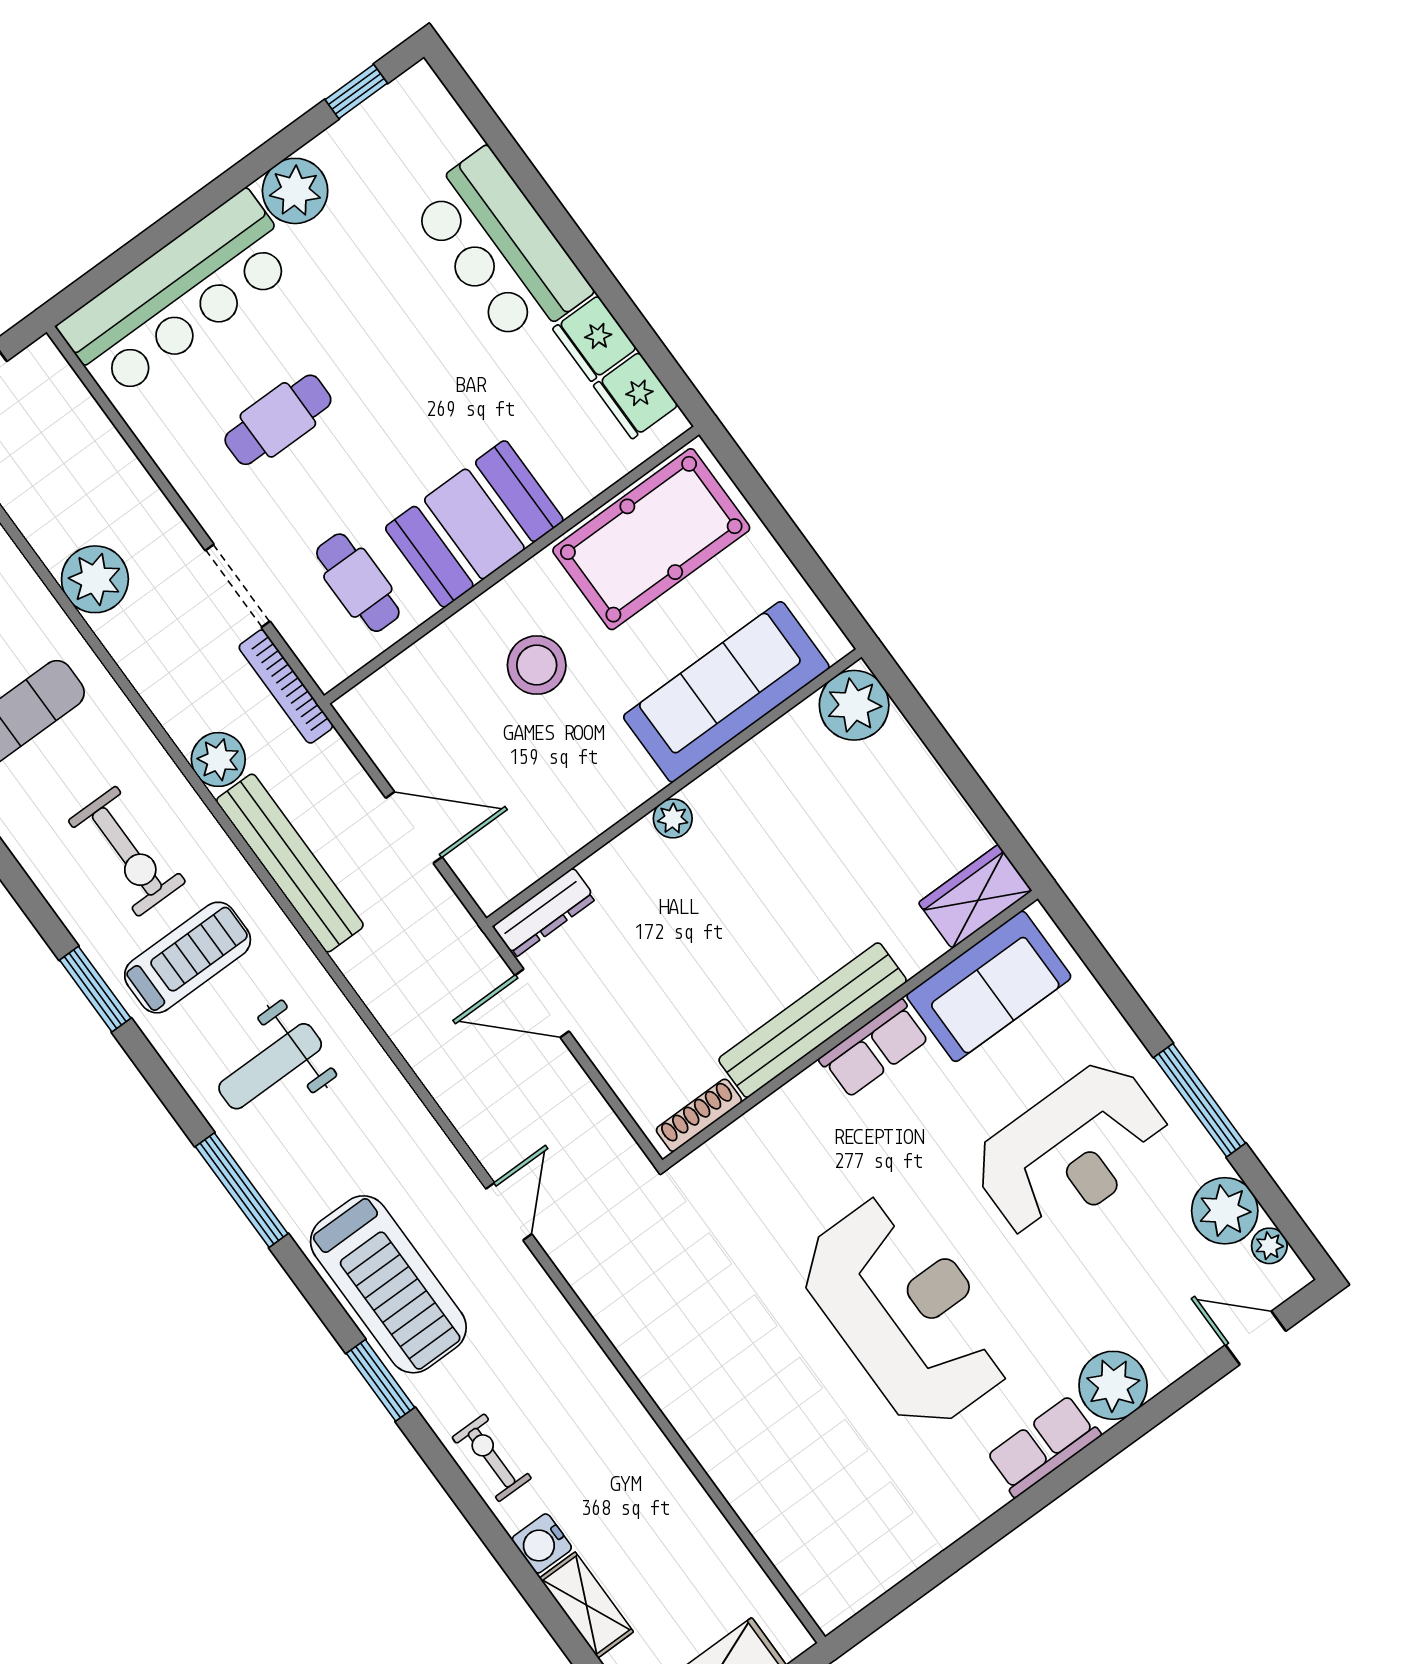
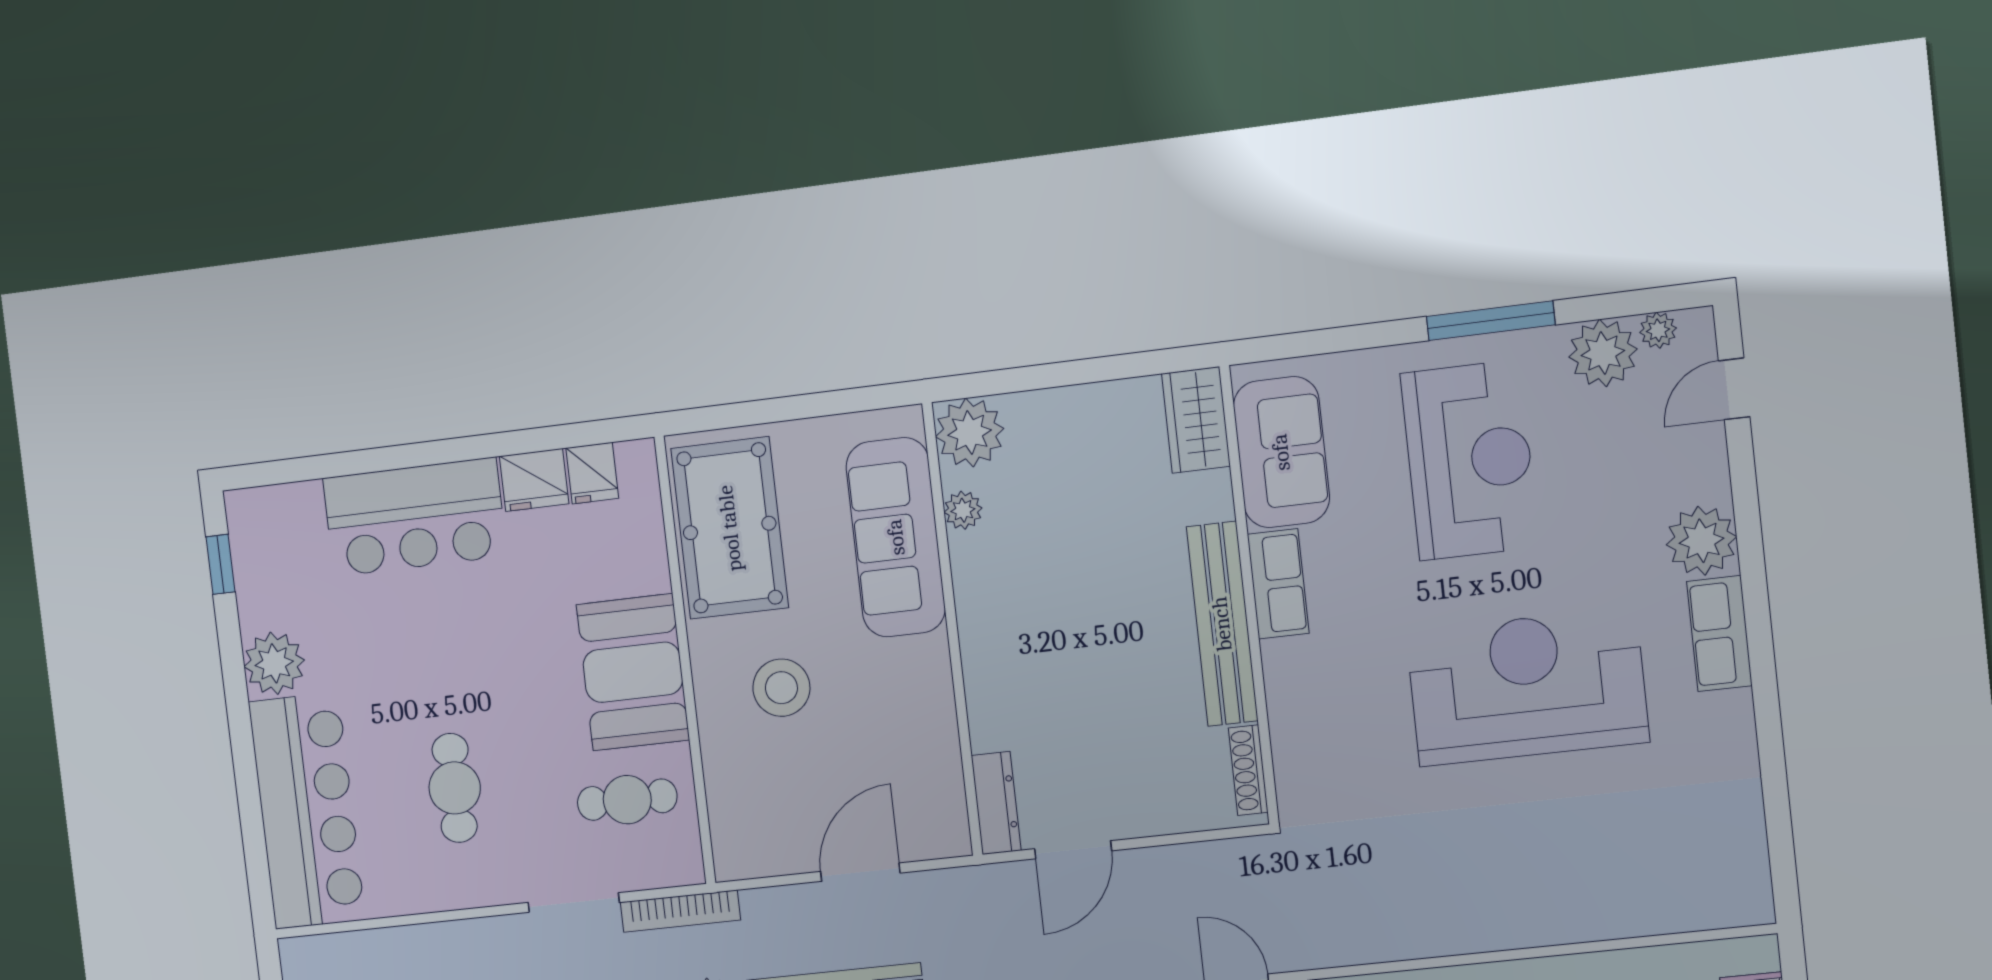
fridge: (636, 396) -> (592, 473), width x0.72
plant: (673, 818) -> (963, 510), moved

